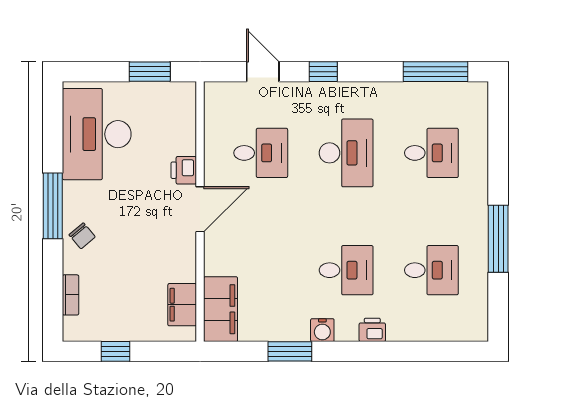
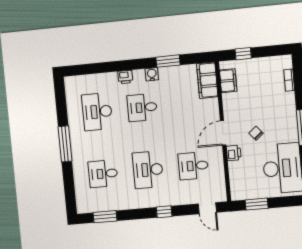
door: (263, 72) -> (207, 208), moved
window: (436, 72) -> (105, 217), width x0.69
chair: (82, 236) -> (256, 133), moved
window: (498, 239) -> (65, 144), moved
desk: (431, 270) -> (97, 112), width x1.37
window: (115, 351) -> (243, 54), moved

